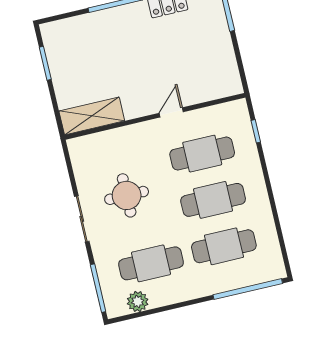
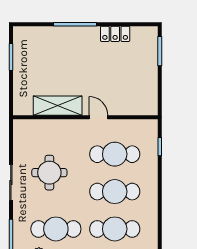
door: (171, 112) -> (98, 117), hinge flipped
shelving: (92, 116) -> (58, 106), moved

